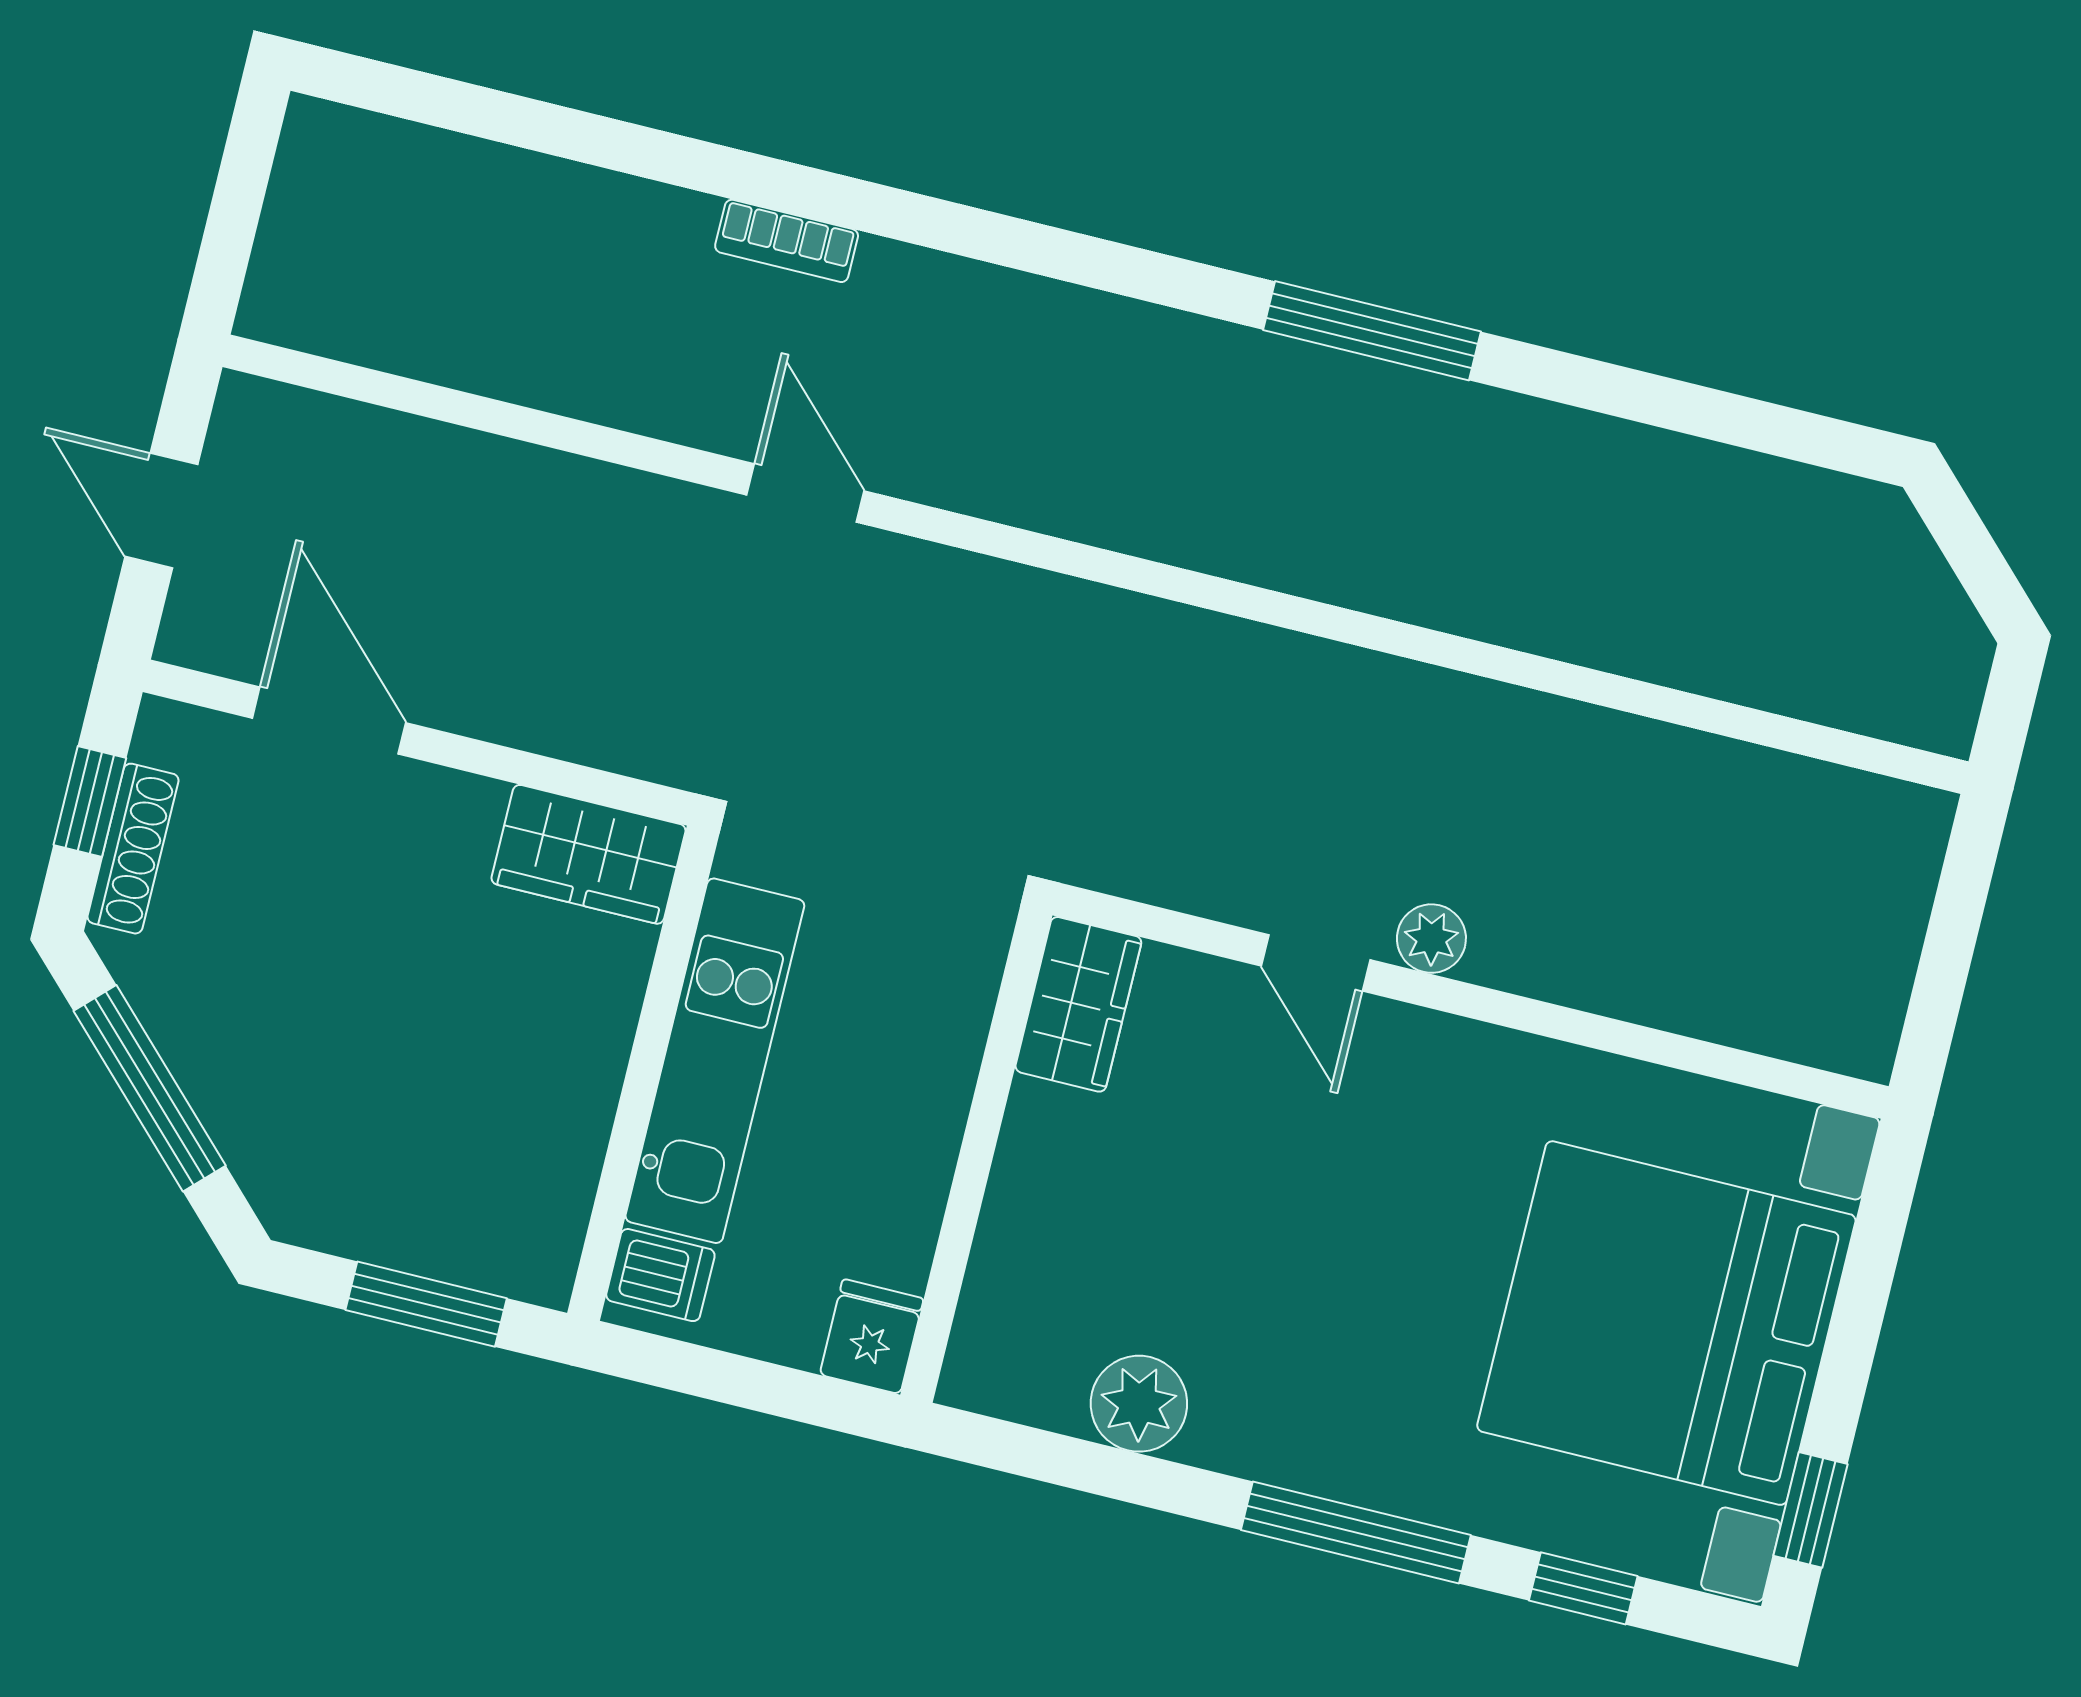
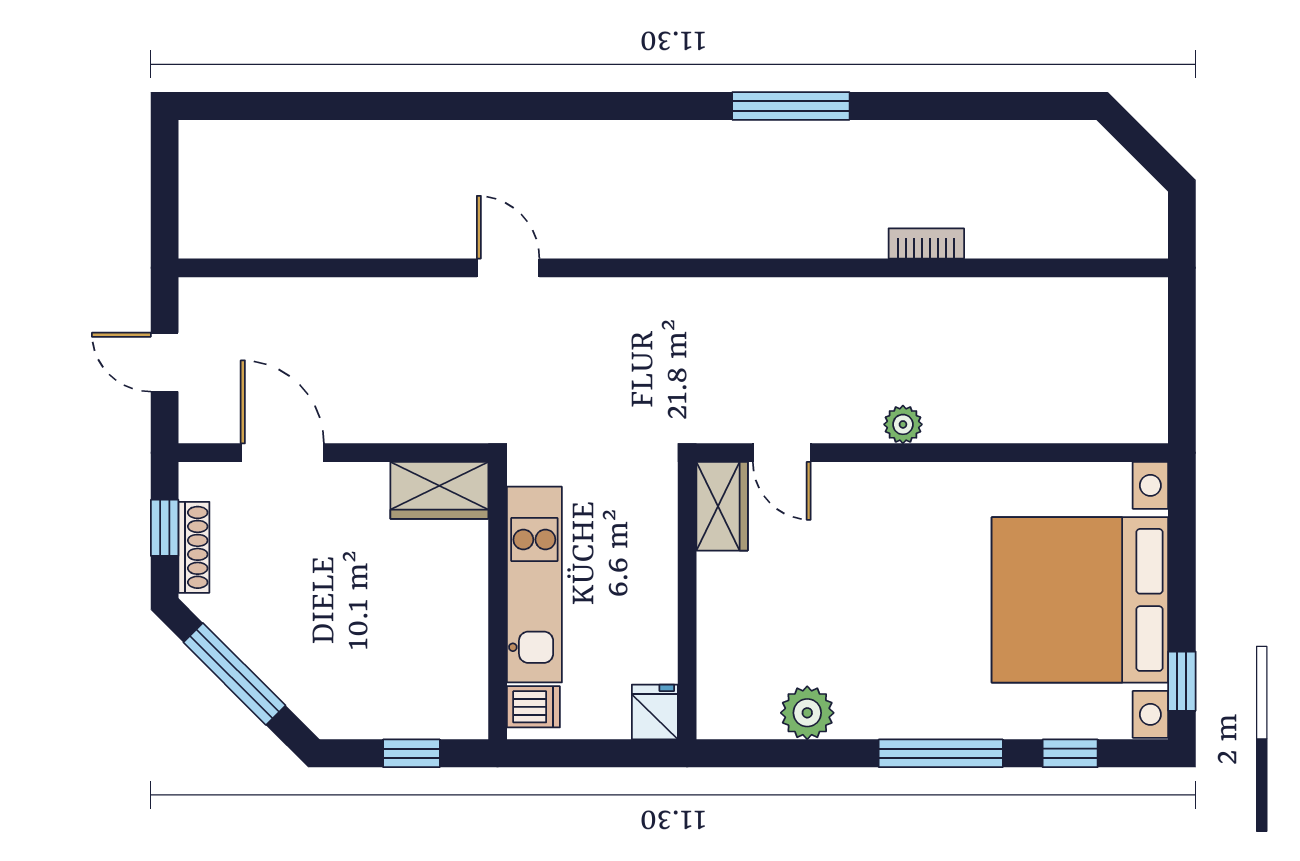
bookcase: (787, 241) -> (926, 243), moved, turned 180
door: (1316, 963) -> (782, 453), moved
window: (426, 1304) -> (411, 753), width x0.67

